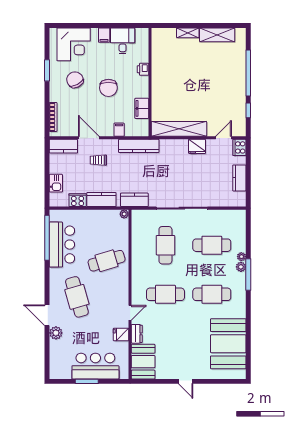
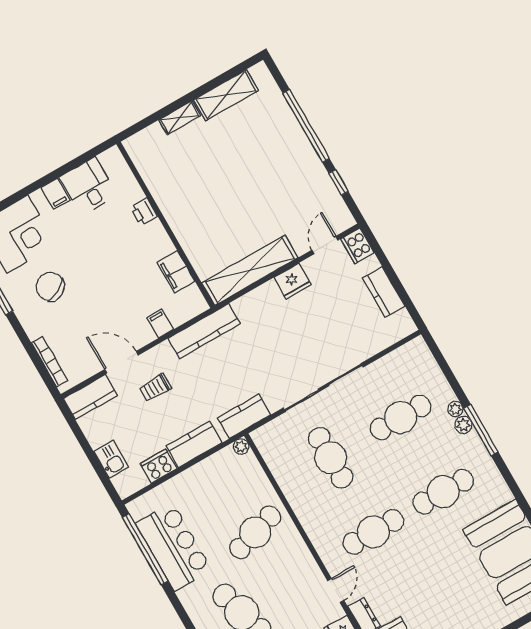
chair: (108, 88) -> (108, 270), removed

